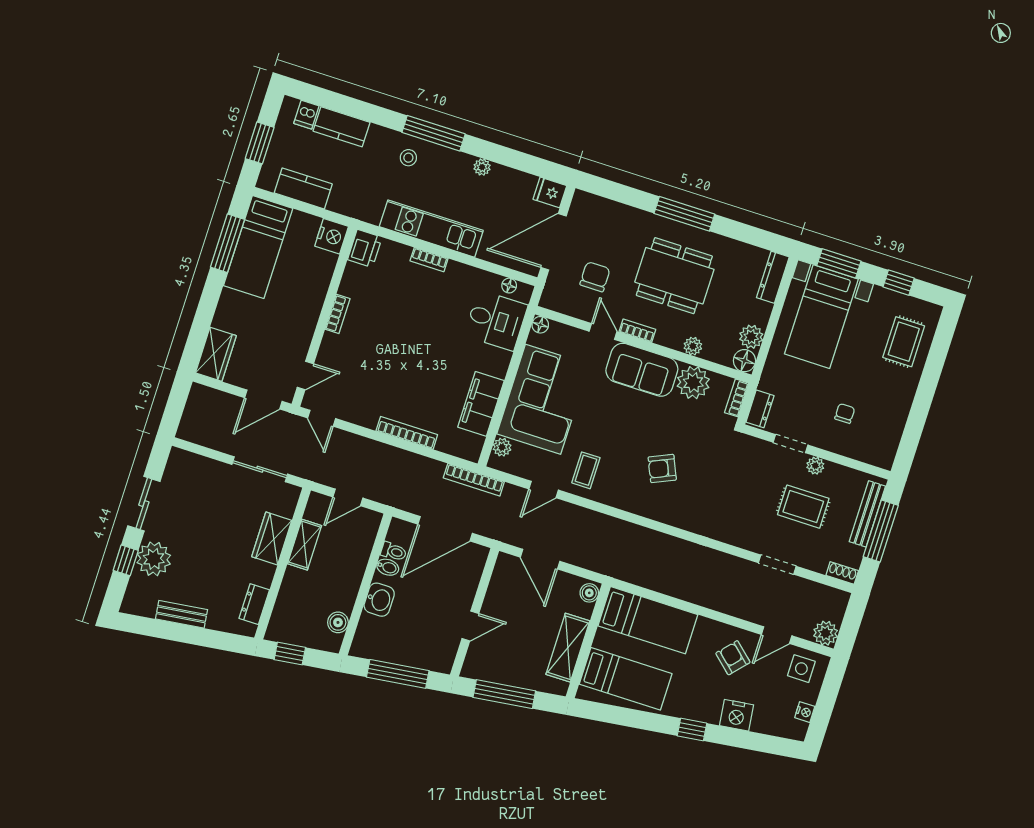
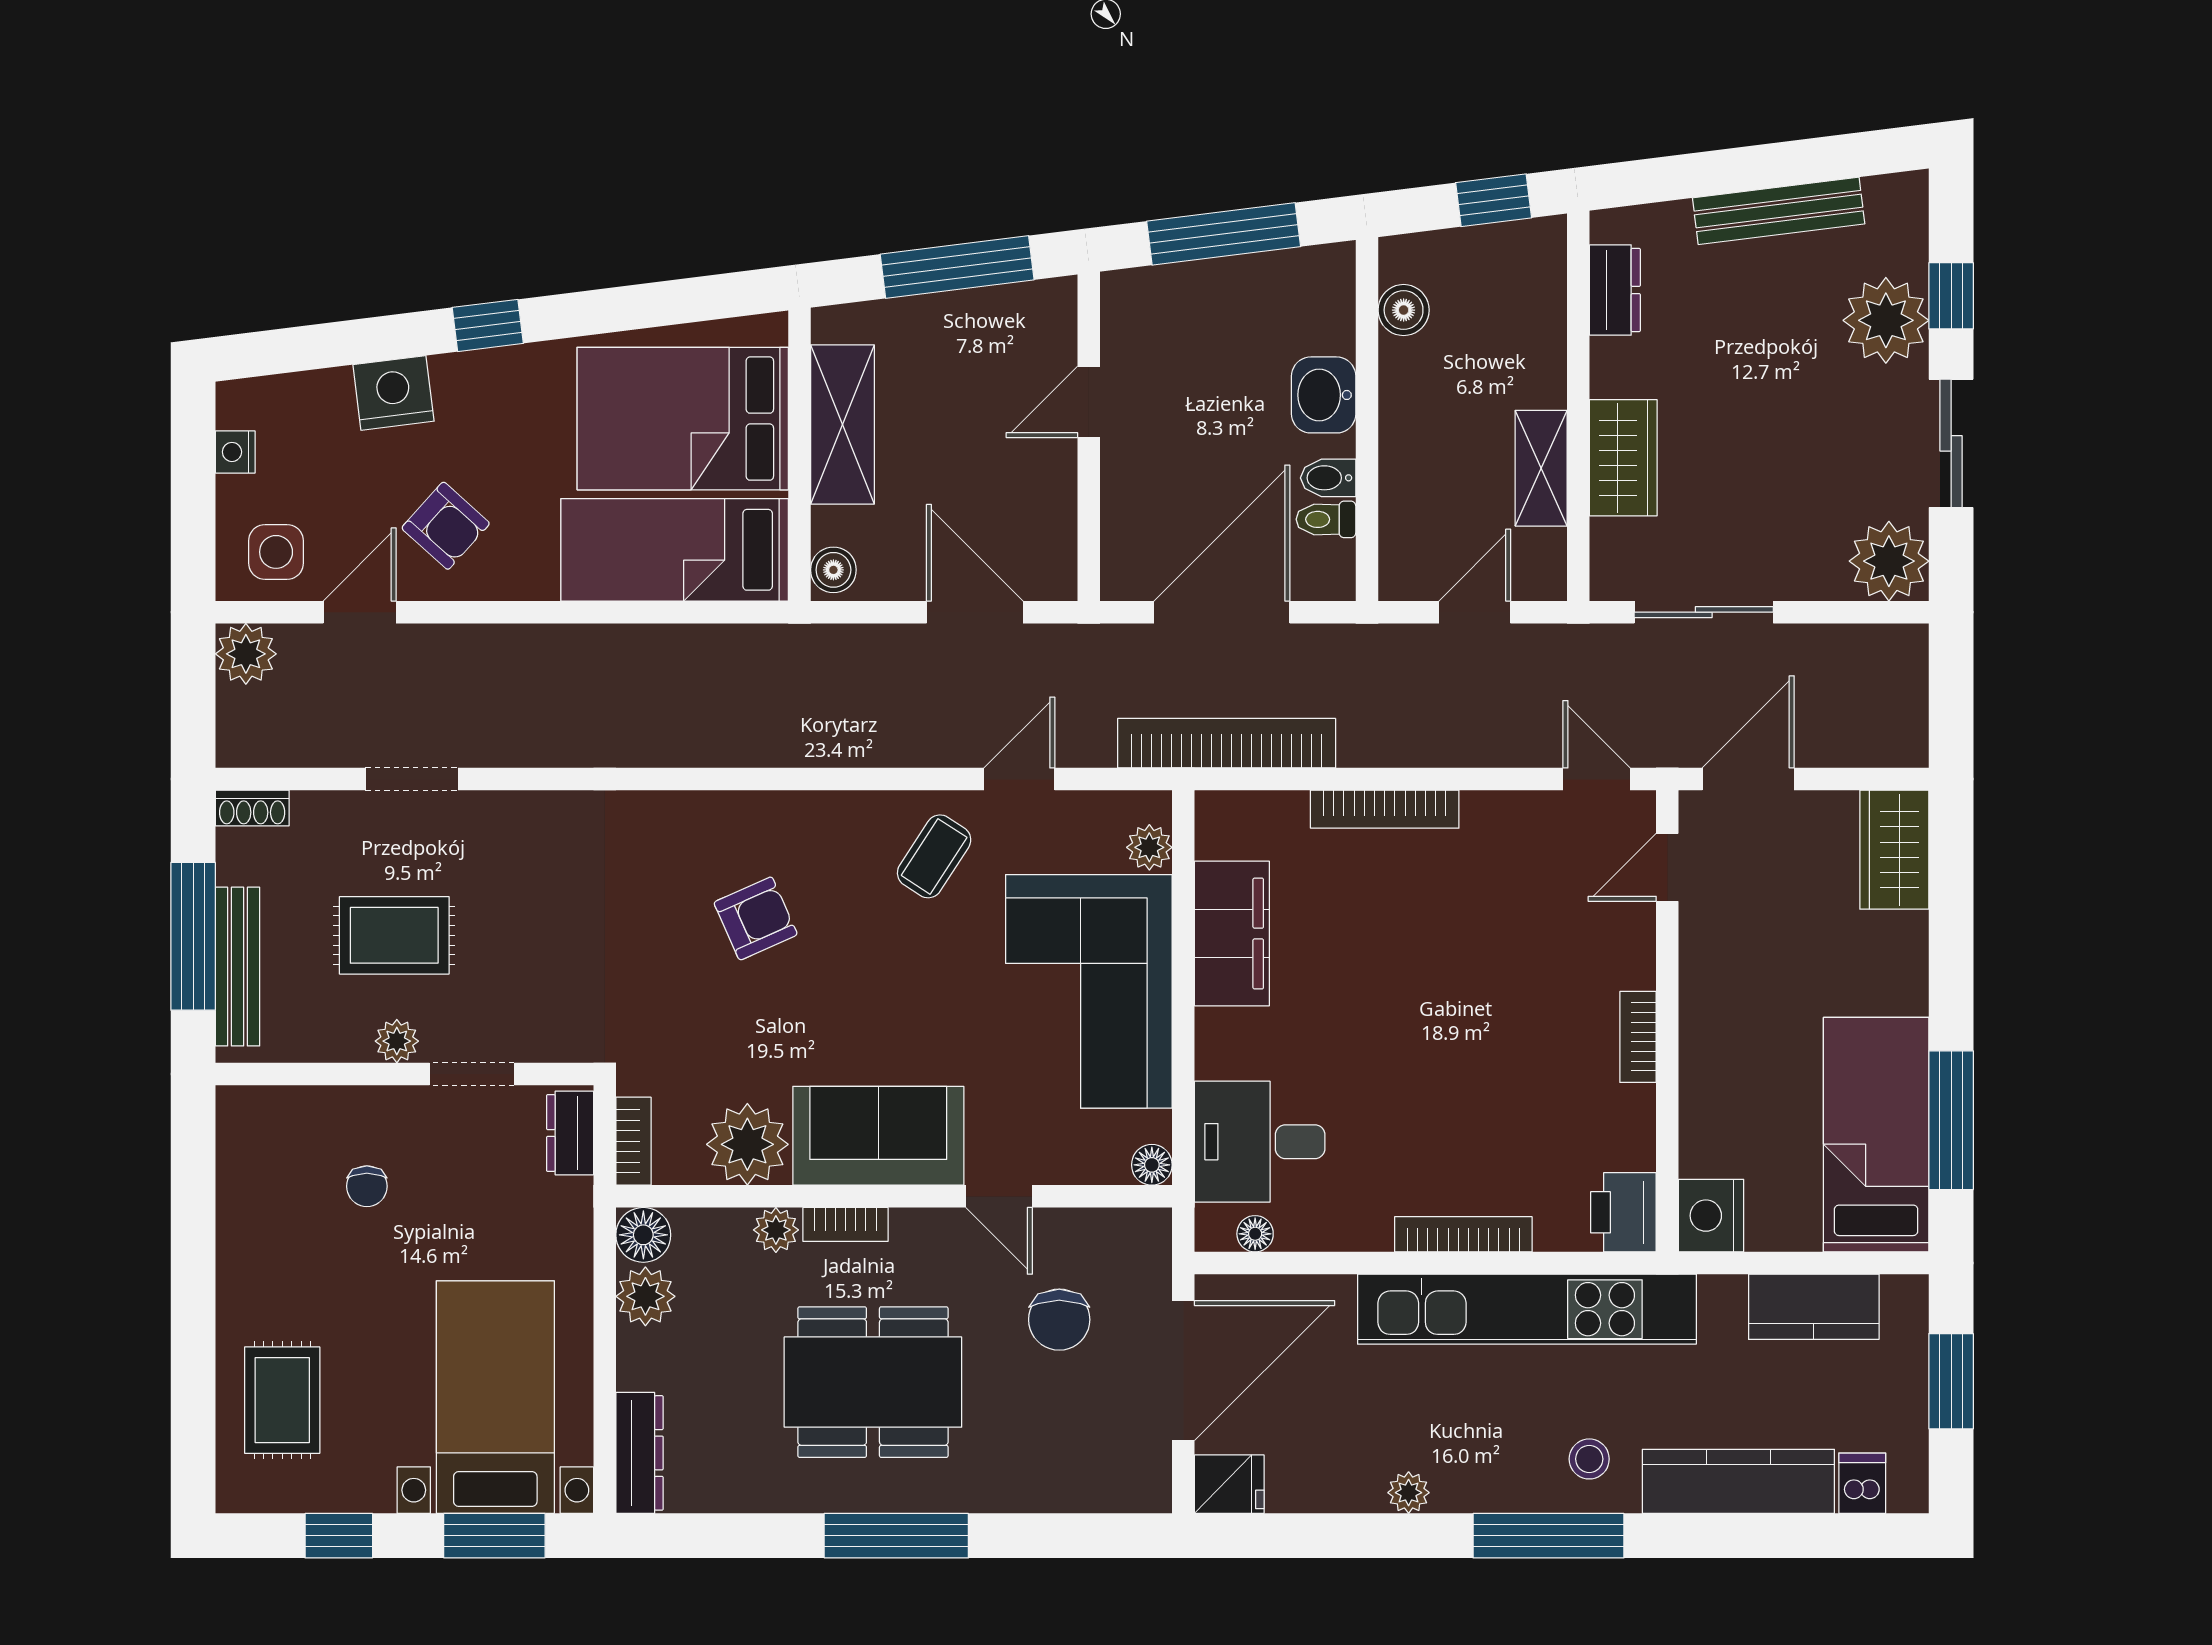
kitchen counter: (342, 127) -> (1738, 1481), width x1.50
kitchen unit: (431, 229) -> (1527, 1309), width x1.36
bookcase: (429, 260) -> (1463, 1234), width x1.56
bookcase: (637, 331) -> (845, 1224), moved
plant: (182, 466) -> (1889, 561), added
coffee table: (586, 470) -> (934, 856), turned 33
bookcase: (474, 480) -> (1227, 743), width x1.48, depth x1.31
bench: (181, 614) -> (1779, 211), width x1.36
bed: (626, 679) -> (683, 419), width x1.50

